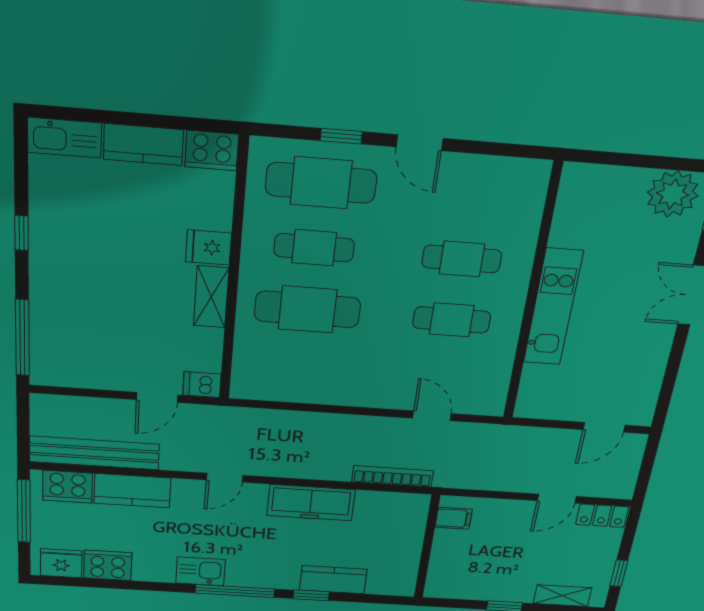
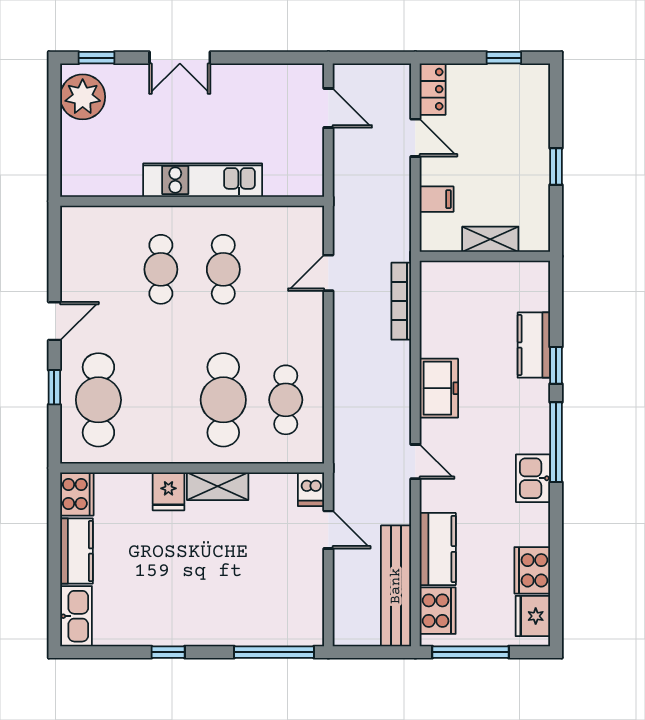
cafe table: (314, 248) -> (286, 400), moved
freezer: (311, 503) -> (439, 388), width x0.71
filing cabinet: (454, 518) -> (437, 199), moved, turned 90
shelving: (562, 596) -> (490, 239), moved, turned 90

